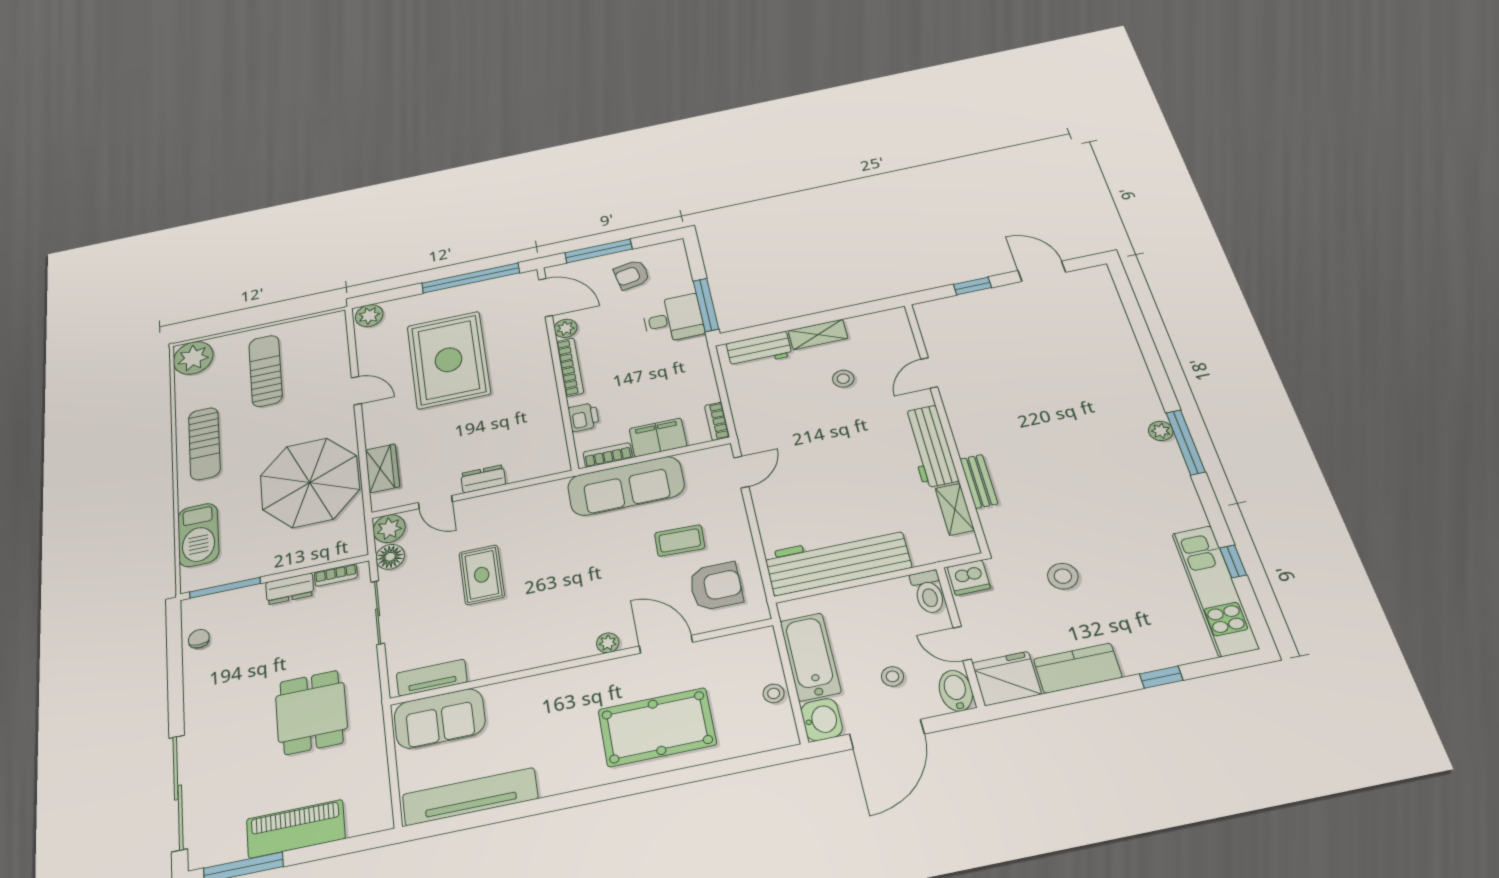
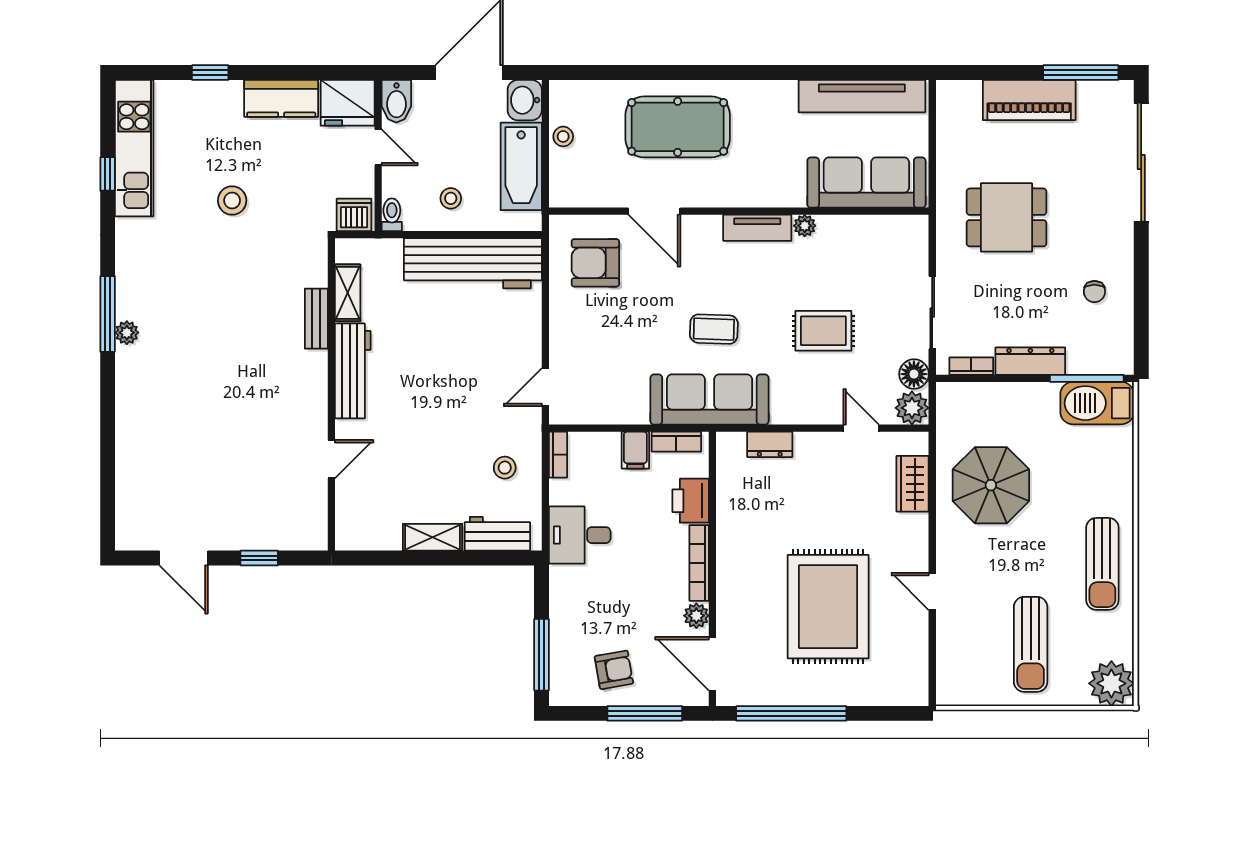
window: (706, 305) -> (542, 655), moved
plant: (369, 316) -> (910, 690), removed
desk: (673, 319) -> (580, 535), moved
stool: (843, 379) -> (505, 468), moved
printer: (584, 417) -> (691, 501), width x1.36, depth x1.24
filing cabinet: (658, 437) -> (635, 450), width x0.50
sun lounger: (204, 443) -> (1102, 564), turned 180
dresser: (483, 479) -> (770, 444), moved
parasol: (310, 482) -> (991, 485), width x0.73, depth x0.73
sofa: (626, 486) -> (709, 400), moved
barbecue: (198, 535) -> (1097, 403), moved, turned -90
coffee table: (680, 541) -> (714, 329), moved
rug: (482, 575) -> (823, 331), turned 90
stool: (1063, 576) -> (232, 200), moved
dresser: (290, 589) -> (1030, 361), width x1.44
toilet: (928, 592) -> (392, 215), width x0.73, depth x0.72
chair: (199, 639) -> (1094, 292), moved
plant: (608, 643) -> (805, 226), moved
stool: (892, 676) -> (451, 198), moved
tv unit: (432, 678) -> (757, 228), moved
dining table: (311, 712) -> (1006, 217), turned 90
sofa: (440, 718) -> (866, 183), width x1.36

